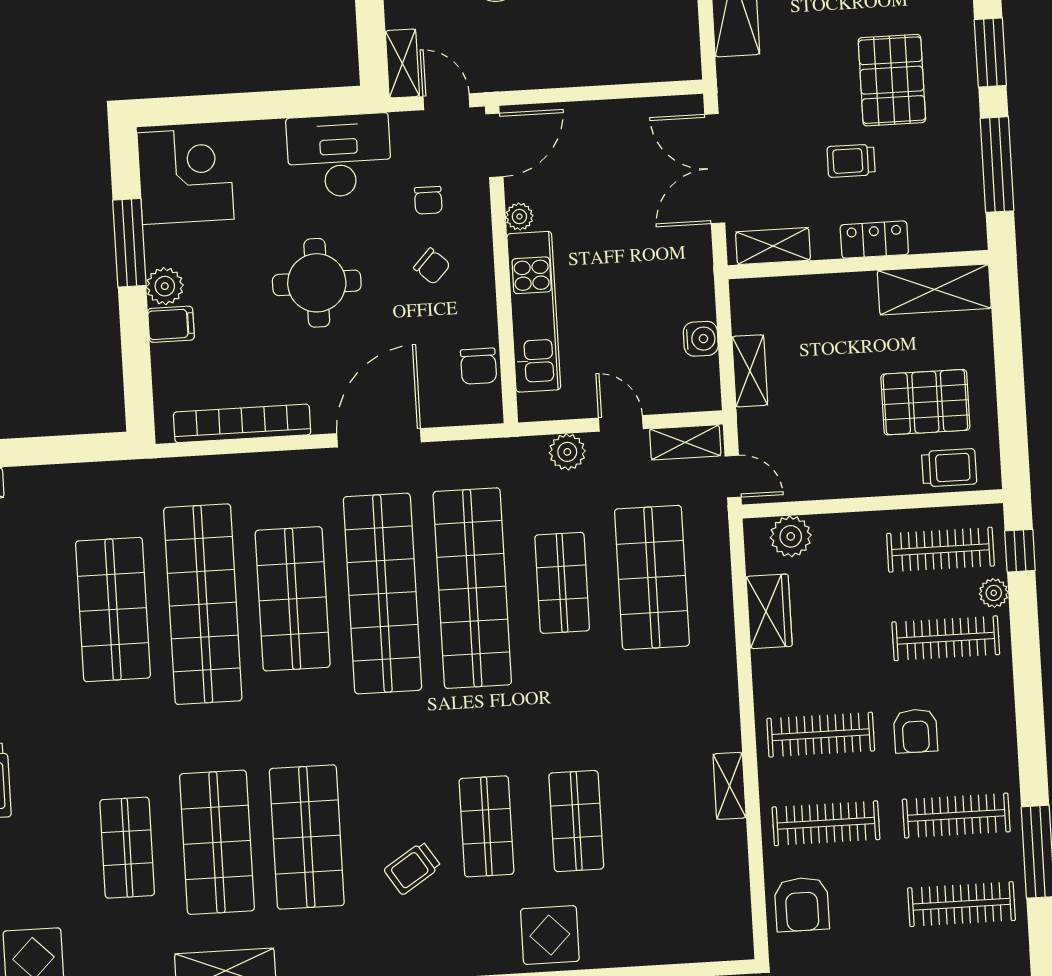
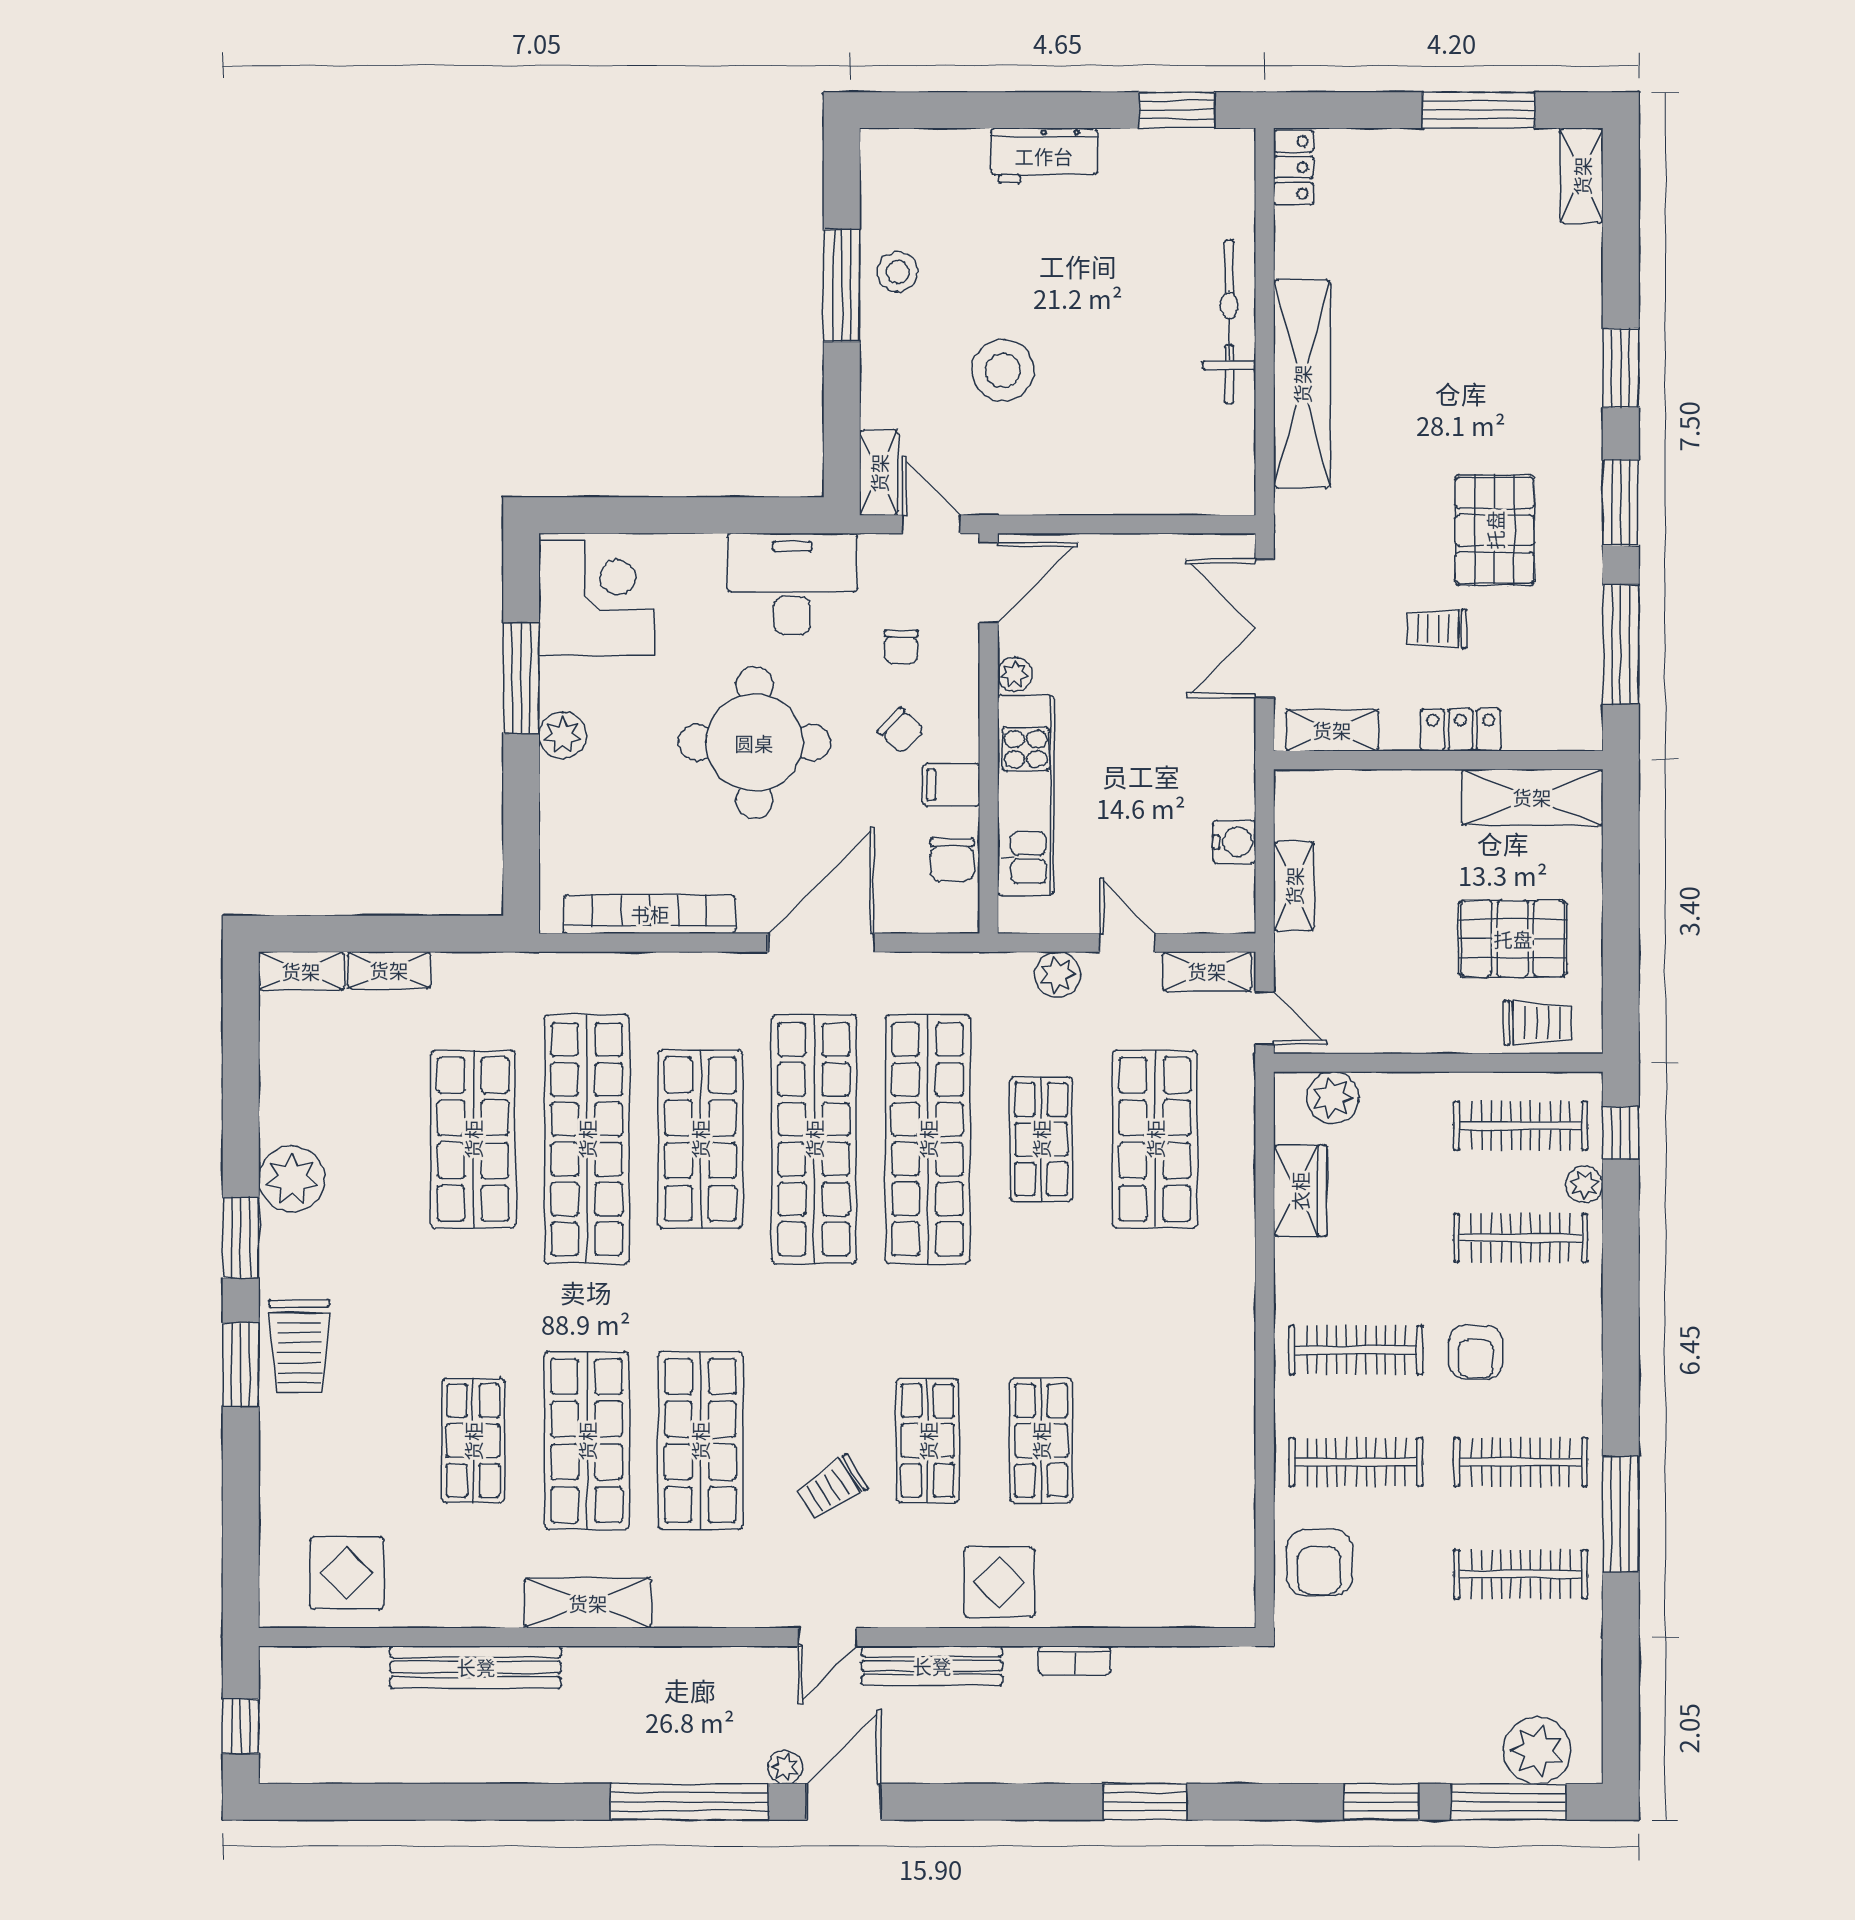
round table: (317, 283) -> (754, 743), width x1.36, depth x1.36
filing cabinet: (171, 324) -> (951, 785), moved, turned 180
shelving: (730, 786) -> (389, 970), moved, turned 90

